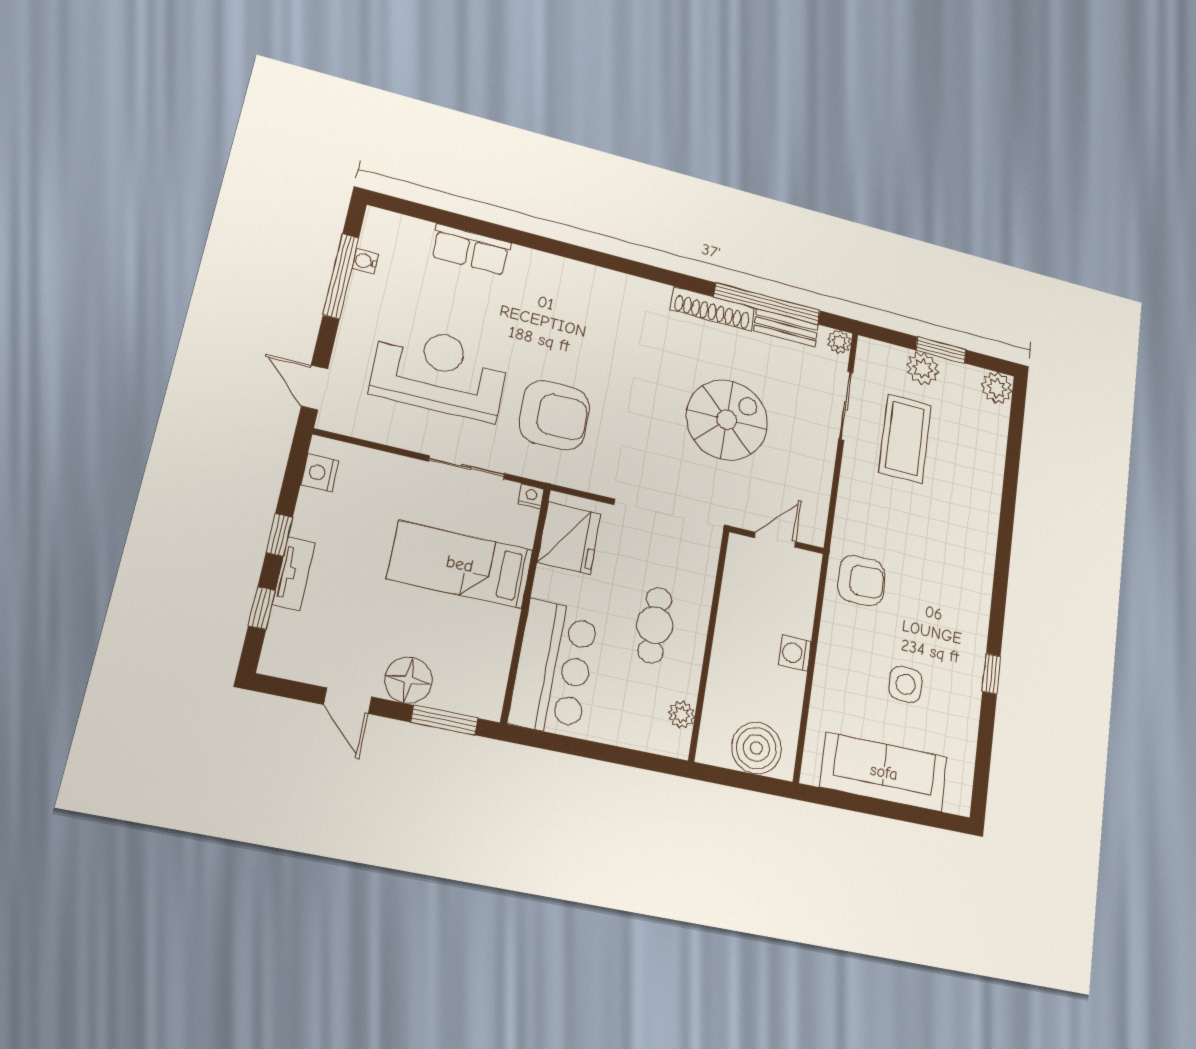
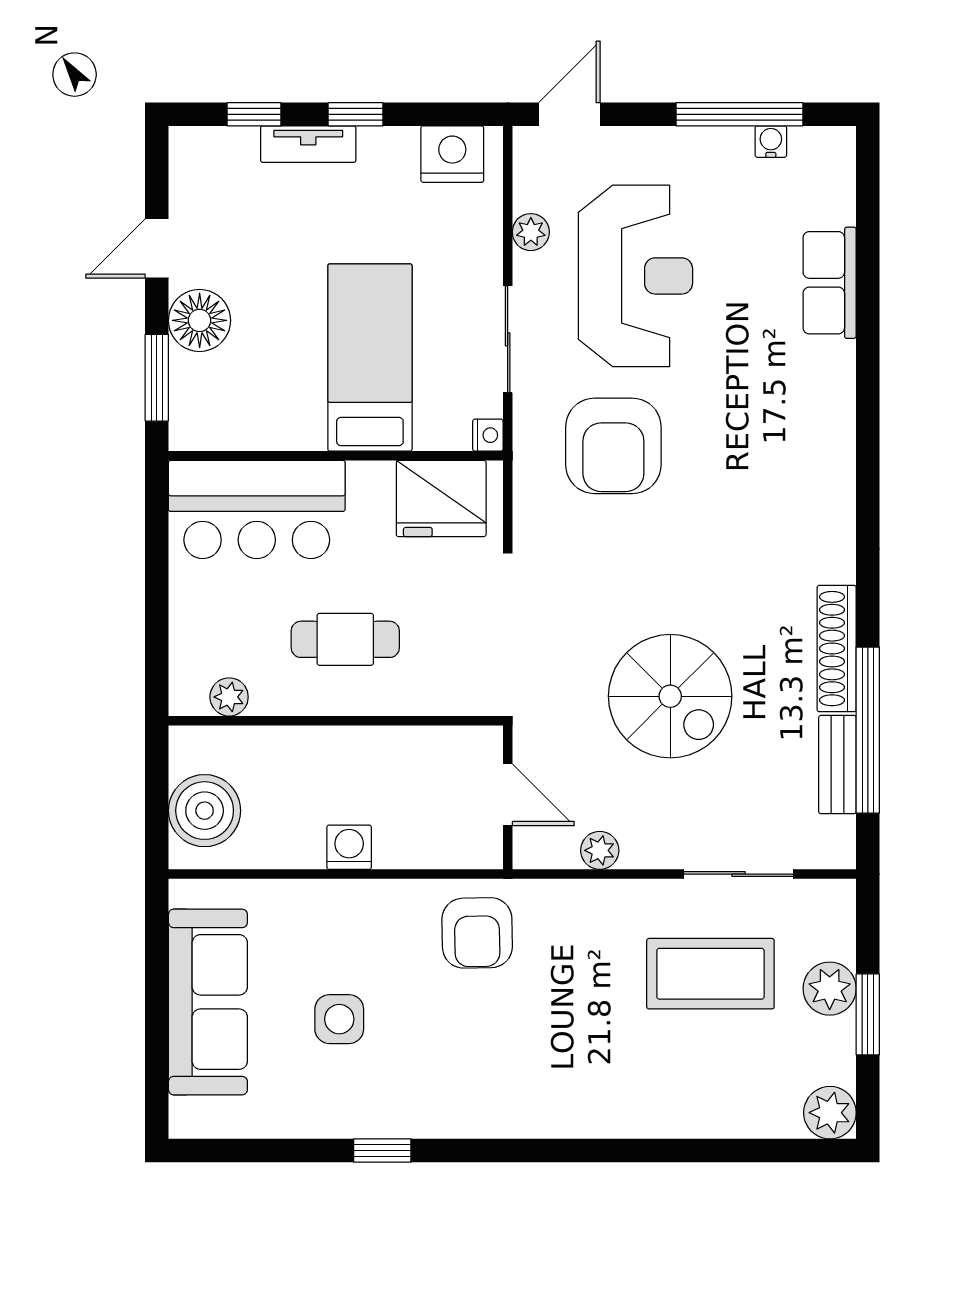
plant: (839, 342) -> (600, 850), moved
plant: (394, 434) -> (531, 232), added
nightstand: (320, 473) -> (452, 154), width x1.36, depth x1.33

